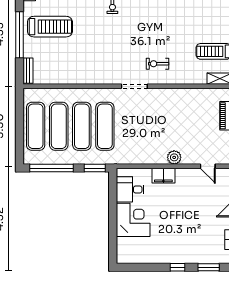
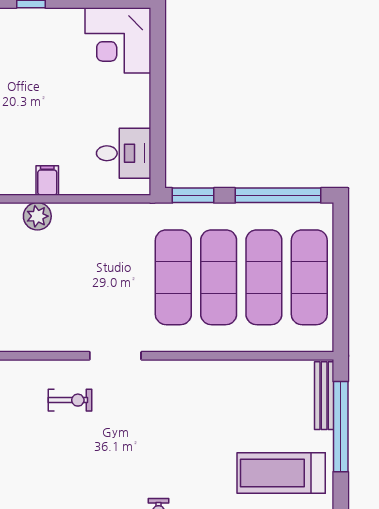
window: (20, 35) -> (341, 427), moved
bench: (28, 71) -> (324, 396), width x1.36
filing cabinet: (163, 176) -> (47, 181), width x0.50
corner desk: (133, 220) -> (118, 40), moved

